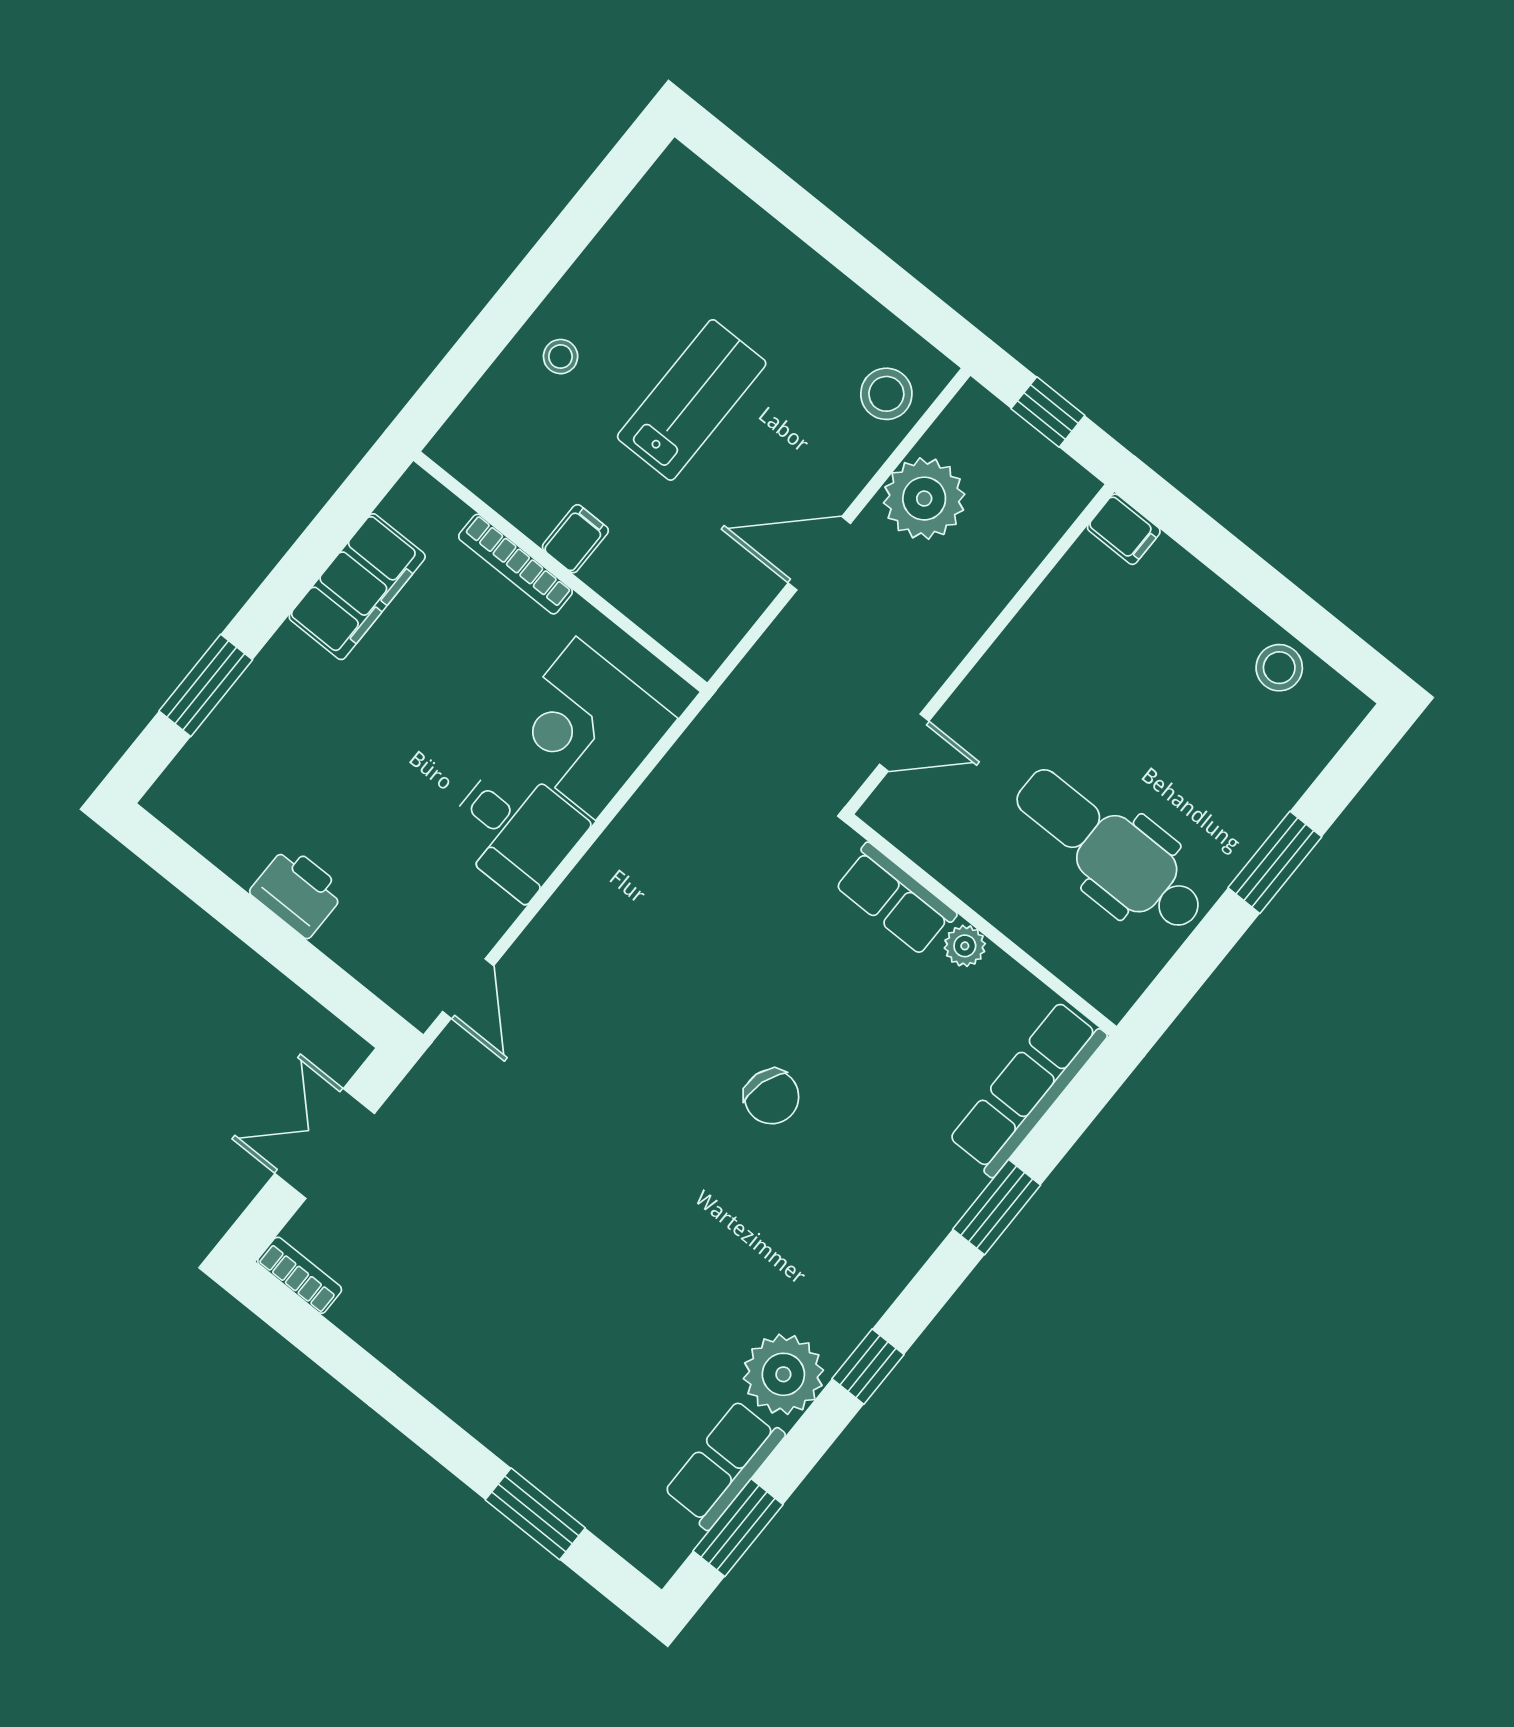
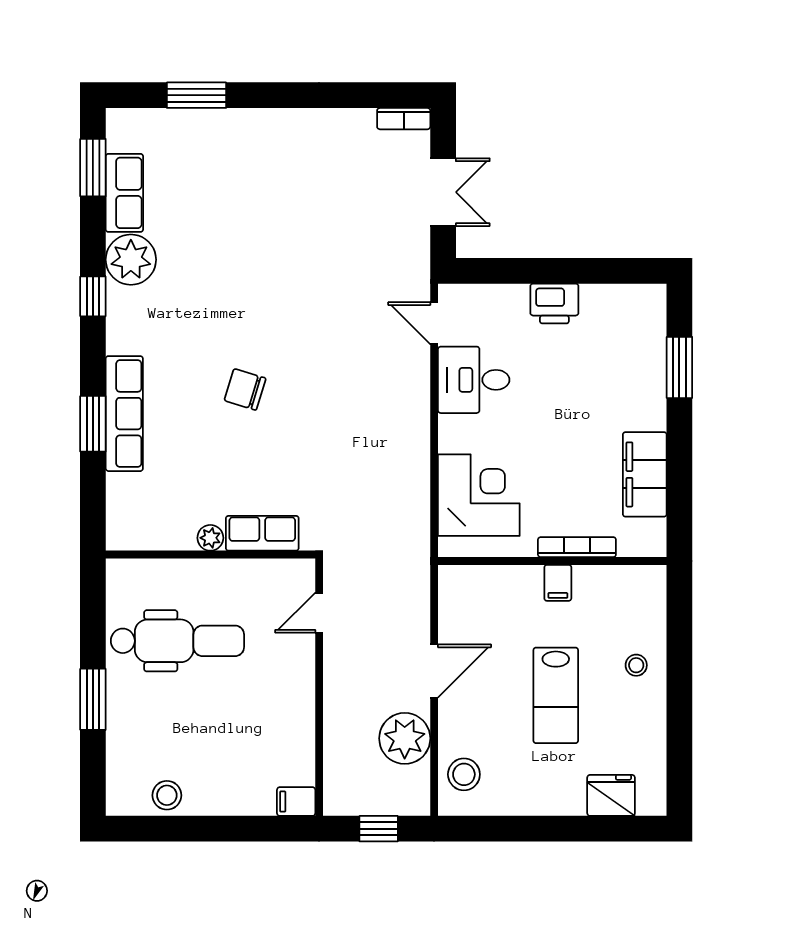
fridge: (723, 219) -> (611, 795), added
desk: (515, 829) -> (474, 380), moved
row of seats: (1027, 1089) -> (124, 414), moved

